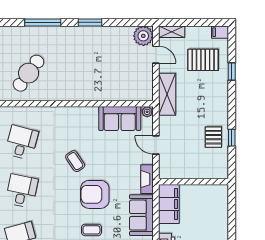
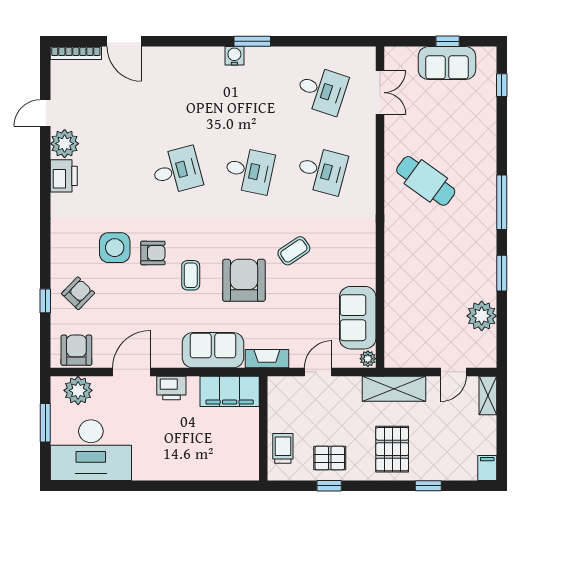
plant: (143, 36) -> (482, 316), moved
pallet: (203, 60) -> (392, 449), moved
trolley: (207, 168) -> (283, 448), added

